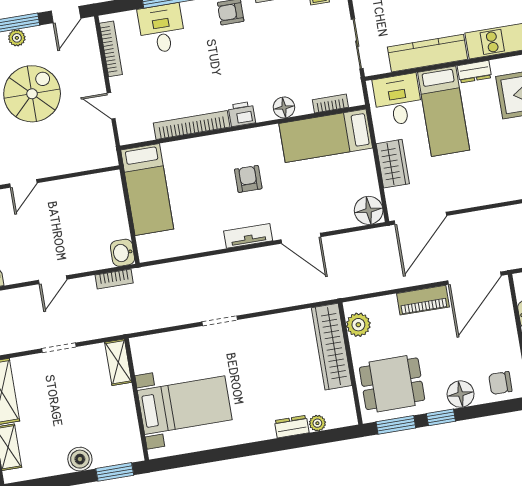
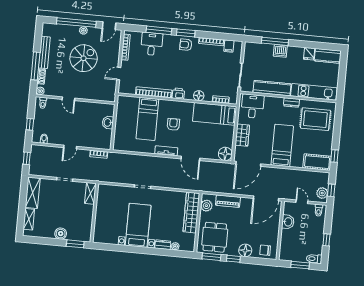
door: (111, 106) -> (119, 74), hinge flipped
bed: (444, 111) -> (282, 145), moved, turned 180
door: (23, 183) -> (68, 99), hinge flipped
bed: (147, 189) -> (147, 119), moved
washbasin: (122, 253) -> (108, 122), moved
piano: (423, 300) -> (228, 201), moved
dining table: (392, 384) -> (215, 237), turned 90
bed with nightstands: (185, 405) -> (138, 225), moved, turned -90

